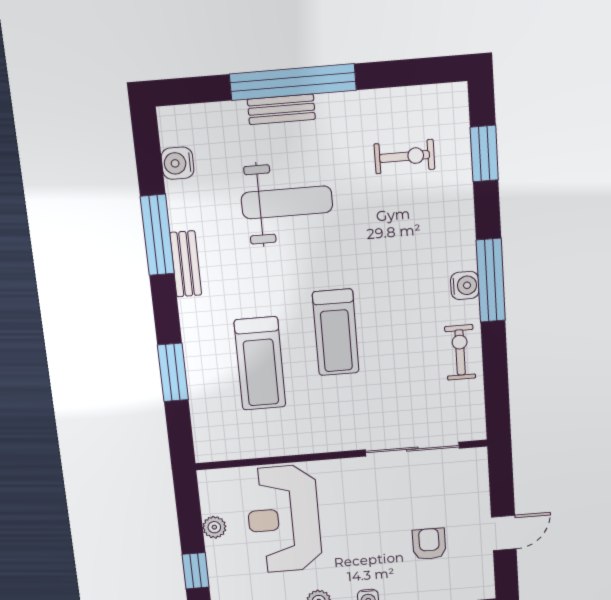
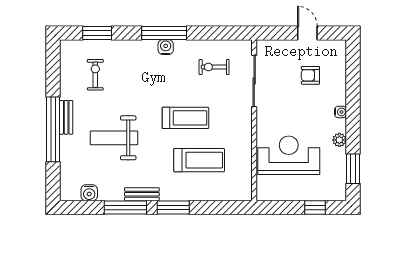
bench: (281, 109) -> (66, 117), moved
weight bench: (287, 202) -> (114, 138), turned -90
exercise bike: (460, 352) -> (214, 67), moved
window: (173, 372) -> (173, 207), moved
reception desk: (284, 519) -> (289, 155), turned 180
plant: (214, 527) -> (290, 194), removed

